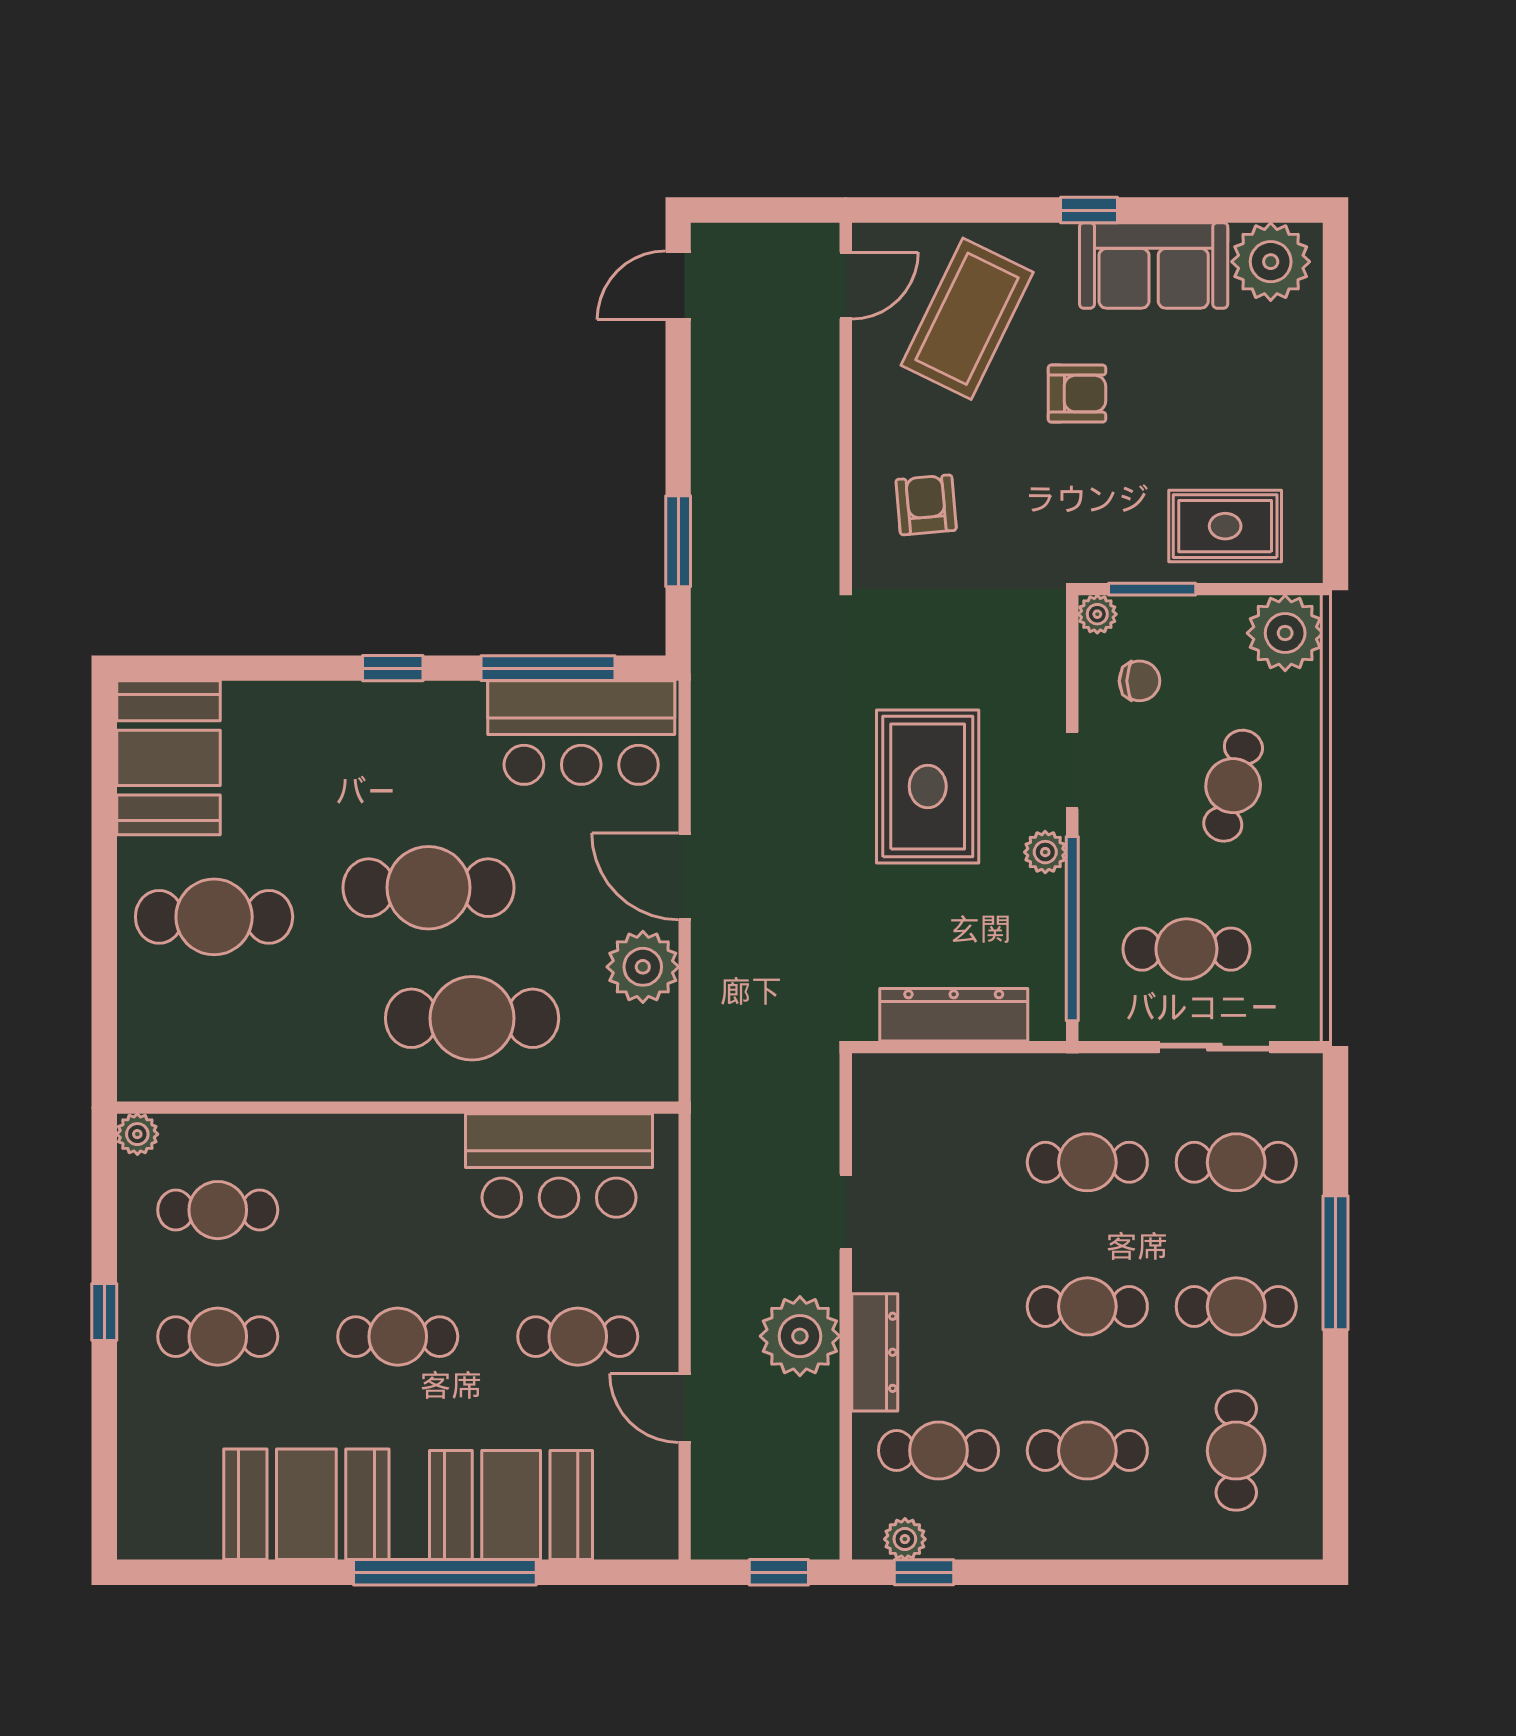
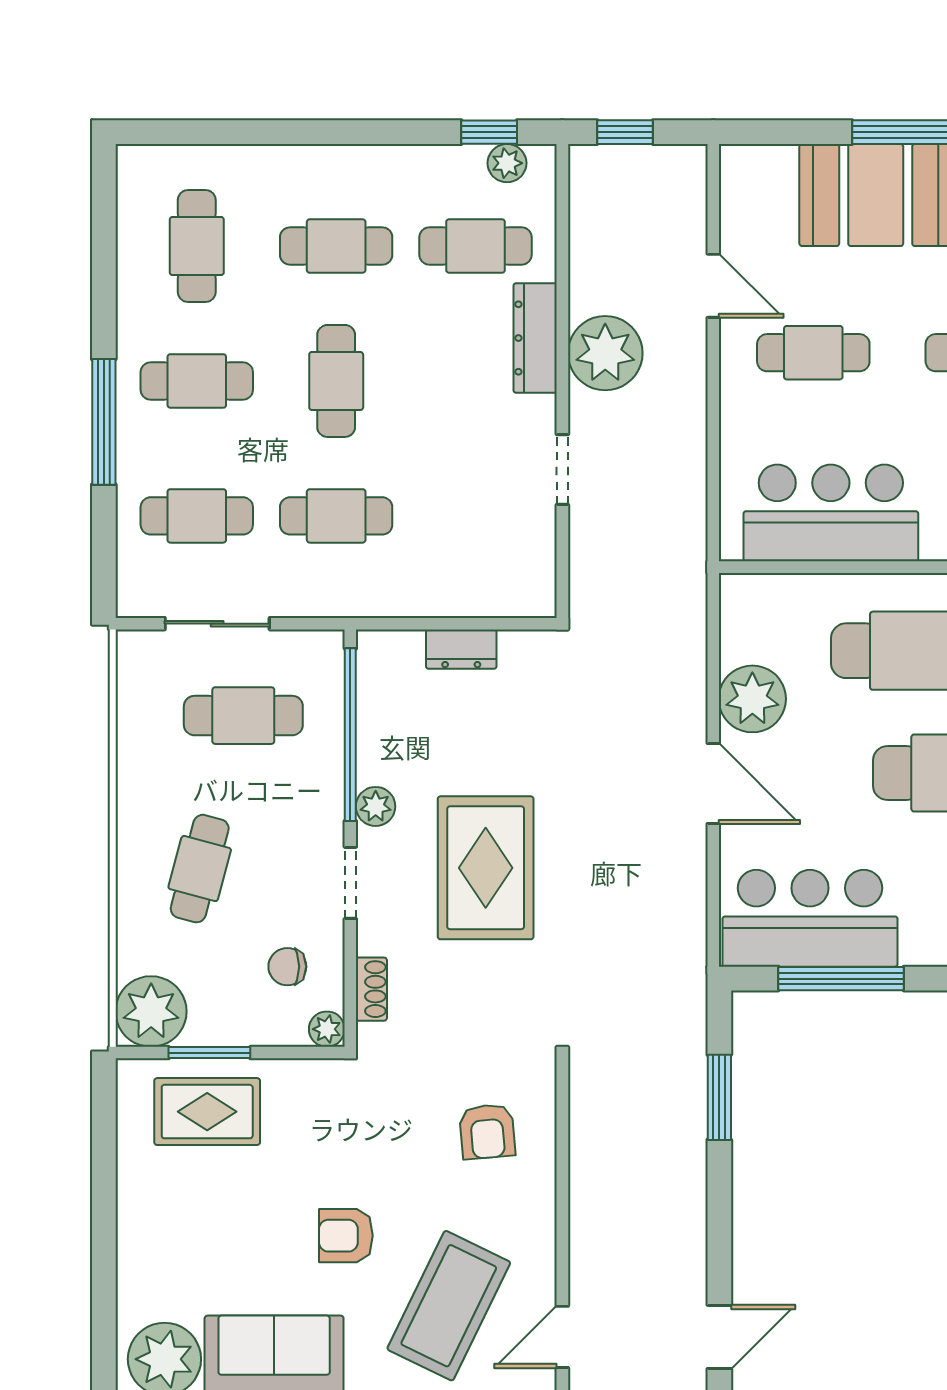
window: (1152, 589) -> (209, 1053), moved
shoe rack: (1050, 657) -> (371, 989), added
dresser: (954, 1015) -> (461, 649), width x0.51, depth x0.80
cafe table: (1087, 1306) -> (336, 381), turned 90

